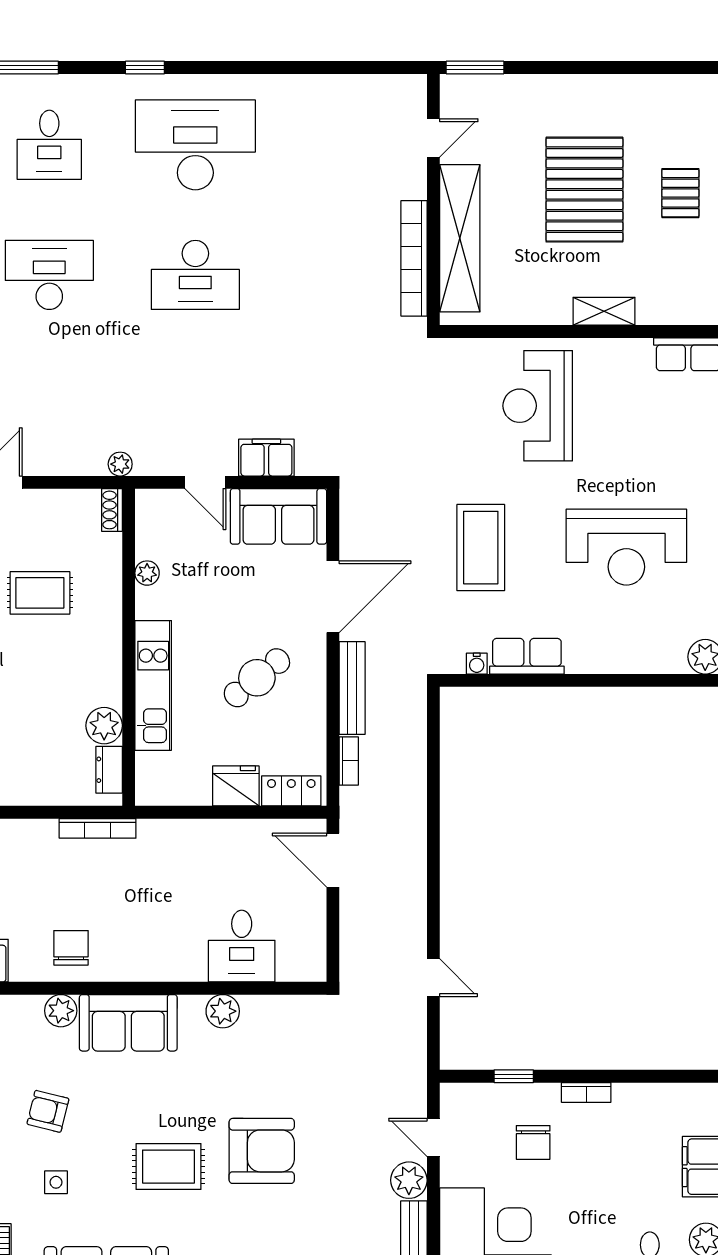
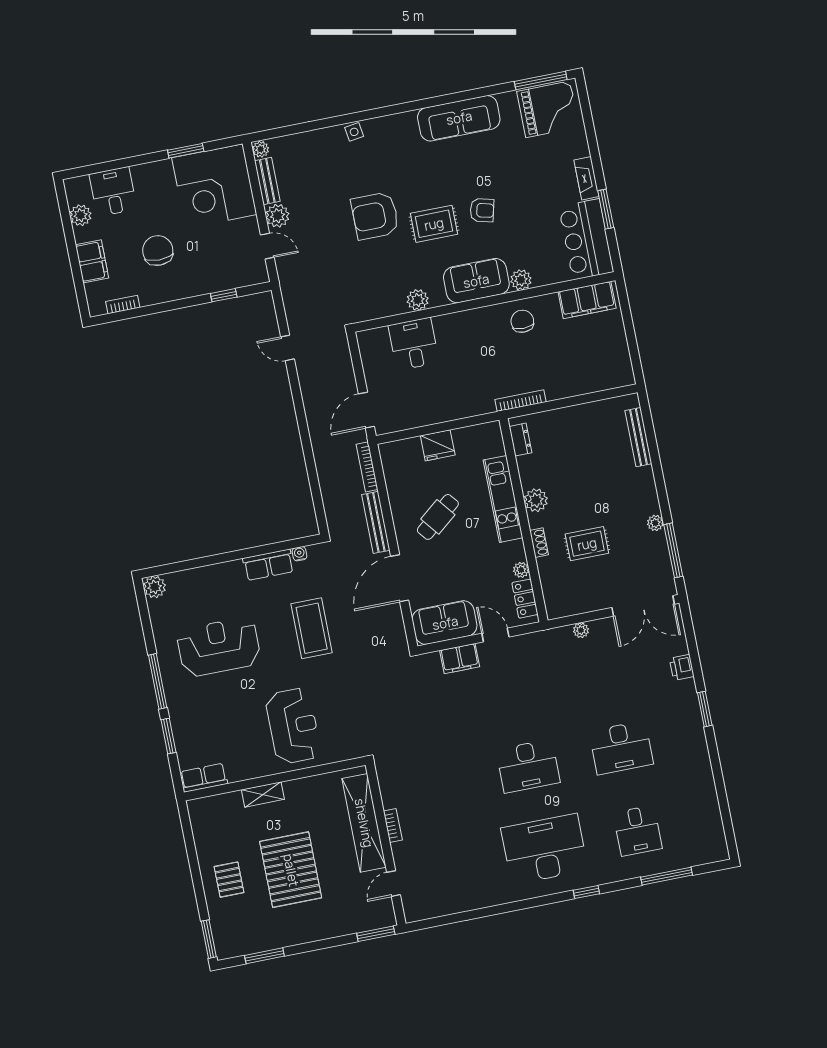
window: (650, 68) -> (264, 956), added
desk: (49, 145) -> (638, 831), turned 180
desk: (195, 145) -> (544, 849), turned 180
bookcase: (414, 258) -> (393, 826), width x0.43, depth x0.76
desk: (195, 275) -> (528, 766), turned 180
plant: (120, 464) -> (581, 630), moved
shoe rack: (112, 510) -> (539, 543), moved
plant: (104, 726) -> (536, 500), moved
bookcase: (349, 761) -> (367, 467), width x1.56
locker: (291, 791) -> (525, 599), moved, turned 90
door: (333, 860) -> (366, 410), swing flipped
chair: (71, 948) -> (522, 321), turned 180
bookcase: (586, 1092) -> (123, 305), moved
armchair: (48, 1111) -> (482, 210), moved
chair: (533, 1142) -> (158, 251), moved, width x1.37, depth x1.37
rug: (169, 1167) -> (434, 224), moved
side table: (56, 1182) -> (502, 170), removed

